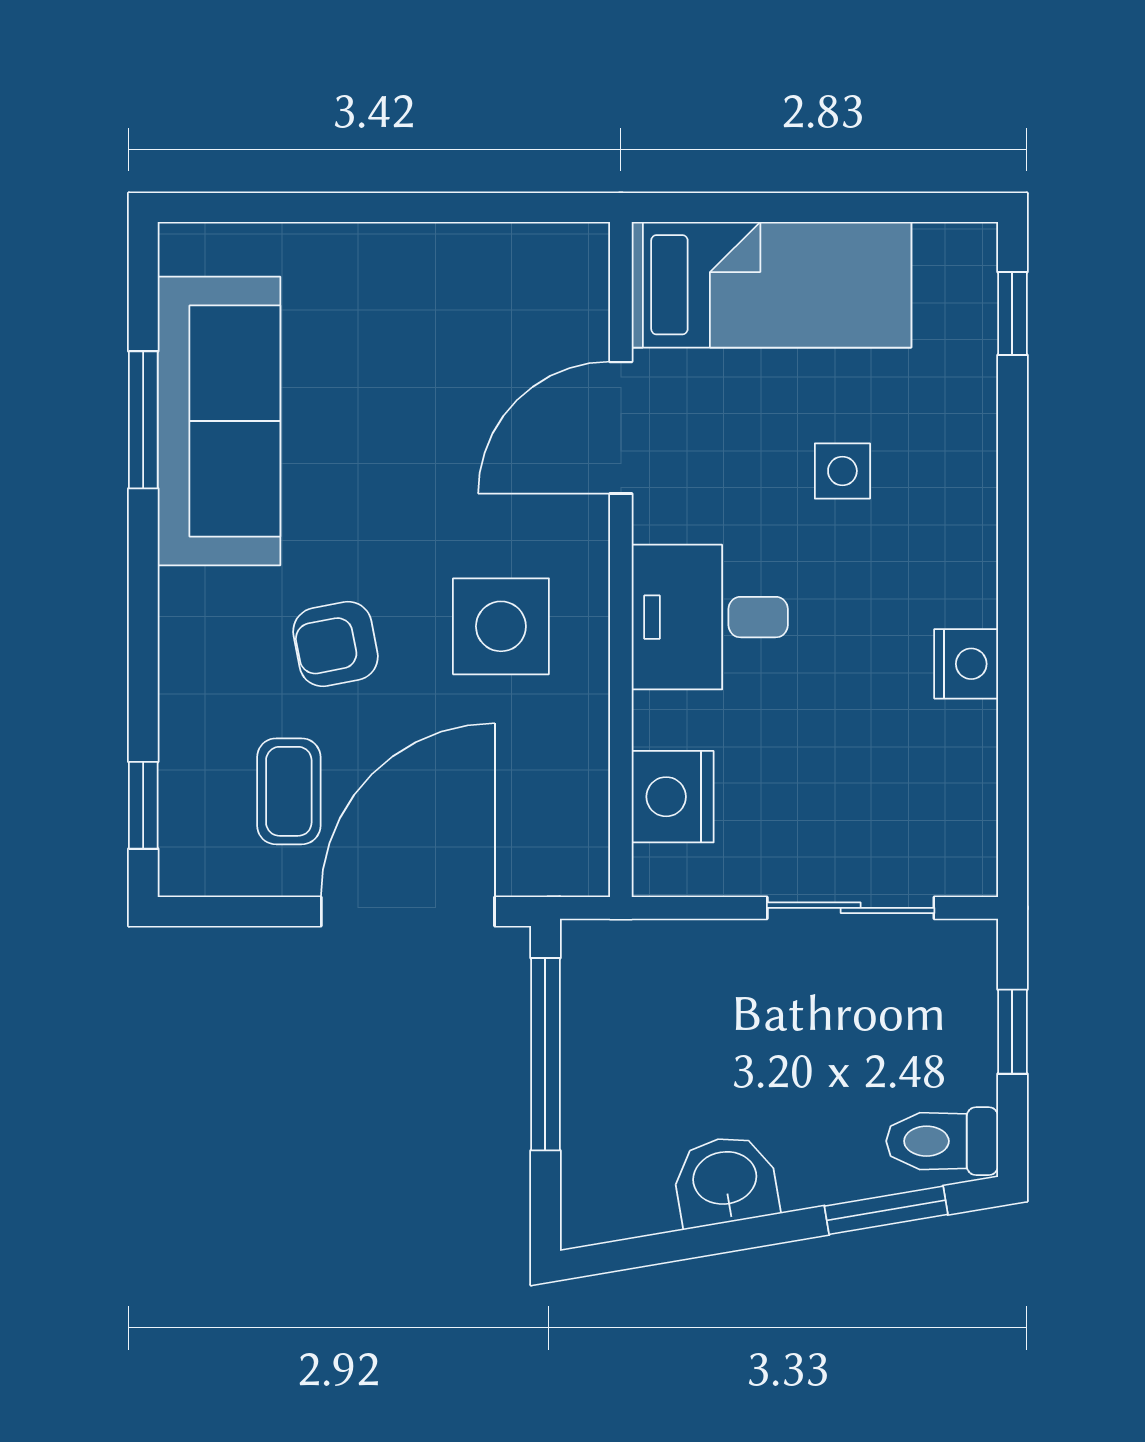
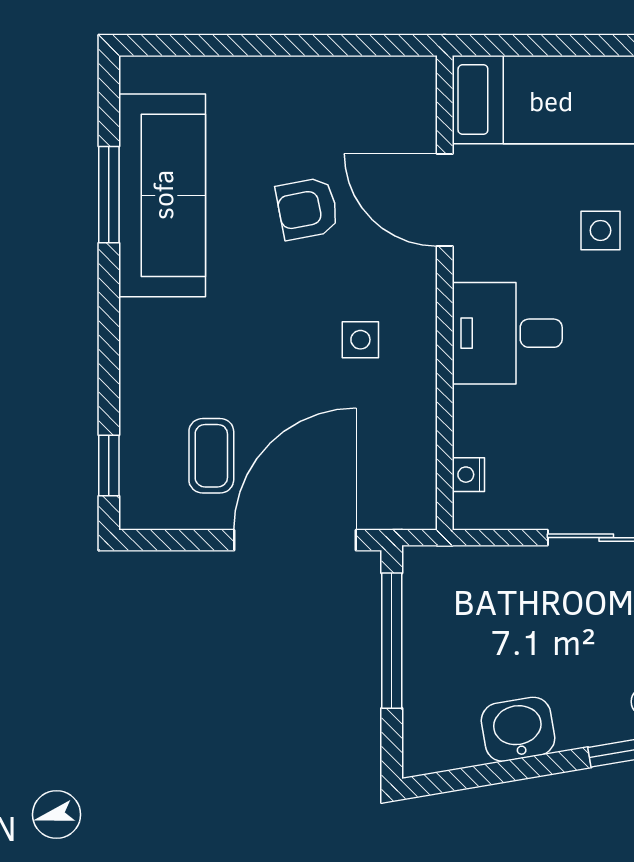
door: (621, 428) -> (445, 200), hinge flipped
side table: (501, 626) -> (360, 340), width x0.54, depth x0.54
armchair: (335, 644) -> (307, 209), moved
nightstand: (673, 797) -> (468, 475), width x0.53, depth x0.56

